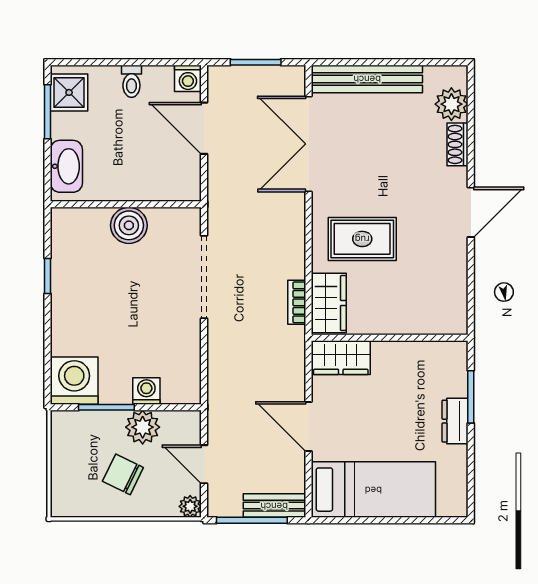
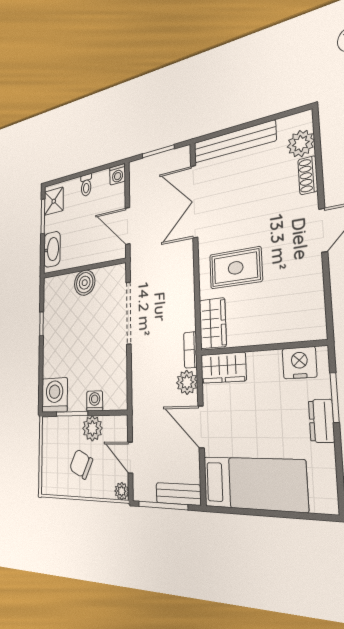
door: (204, 128) -> (128, 226), moved
bookcase: (297, 302) -> (190, 350), moved
nightstand: (434, 358) -> (299, 363), added
plant: (291, 372) -> (187, 382), added

